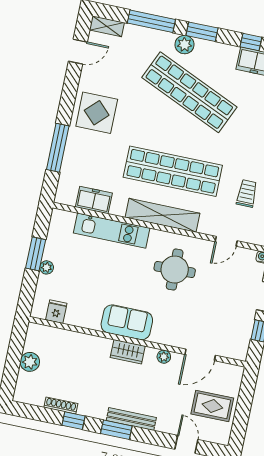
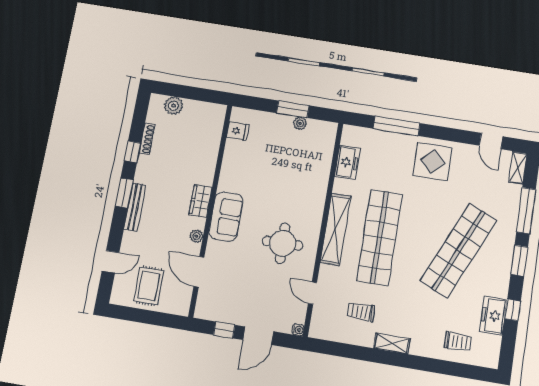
plant: (185, 45) -> (505, 244), removed
trolley: (247, 193) -> (361, 312), turned 180
kitchen unit: (112, 231) -> (318, 181), removed
plant: (47, 267) -> (300, 123), moved
sofa: (127, 322) -> (226, 217), moved
plant: (30, 362) -> (173, 106), moved

